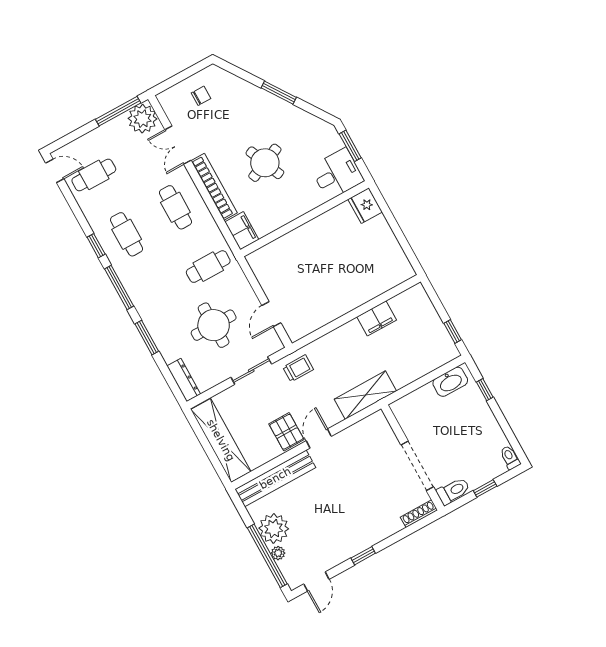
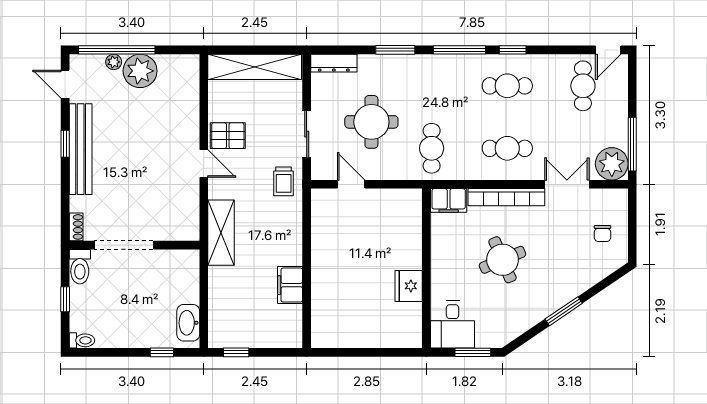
fridge: (365, 206) -> (409, 286), moved, turned -90
bench: (275, 478) -> (81, 149), moved
shoe rack: (419, 514) -> (76, 227), width x0.70

